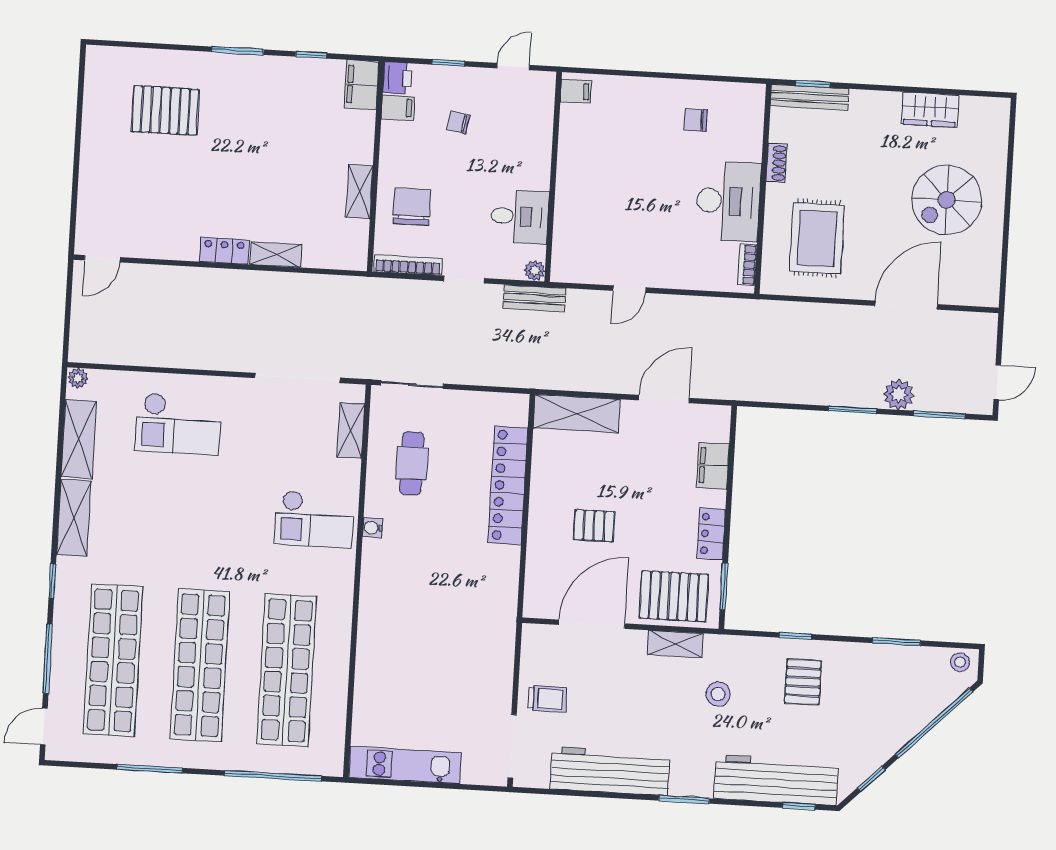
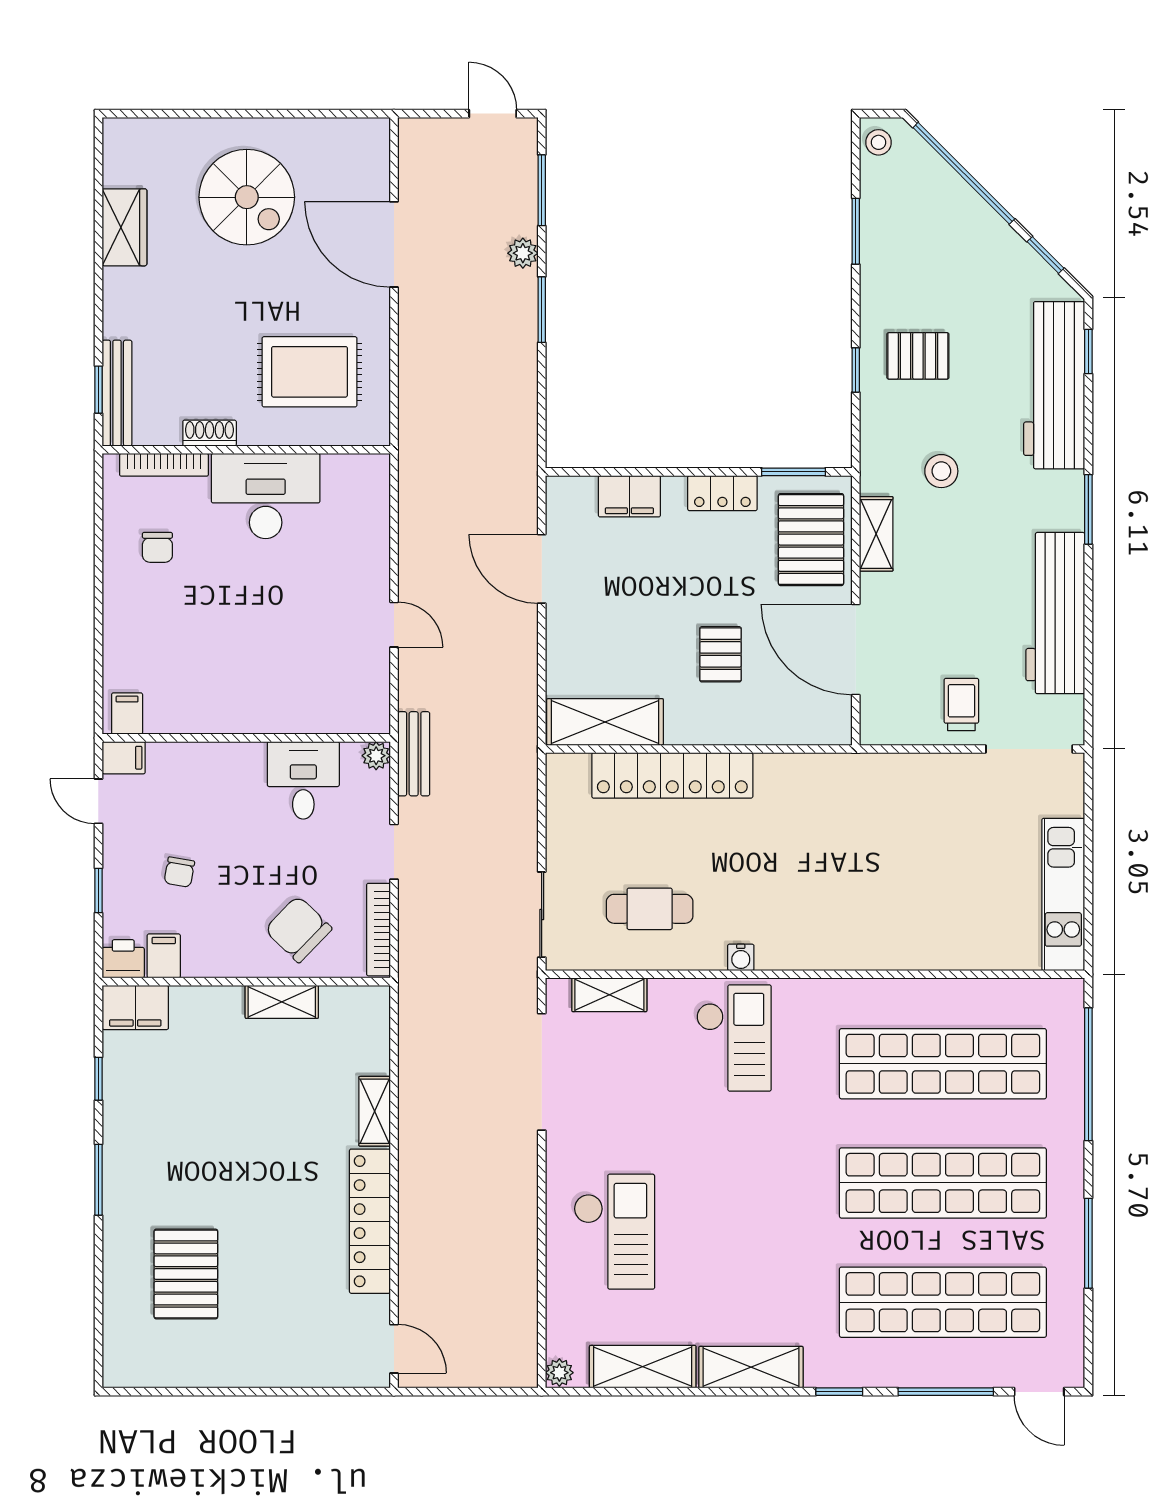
filing cabinet: (544, 87) -> (124, 758), added
chair: (412, 207) -> (298, 929), turned 44
locker: (224, 251) -> (370, 1221), width x2.16, depth x1.21
bookcase: (747, 265) -> (164, 465), moved, width x1.56
plant: (899, 395) -> (523, 253), width x0.73, depth x0.73
shelving: (577, 414) -> (605, 722), moved, turned 90

